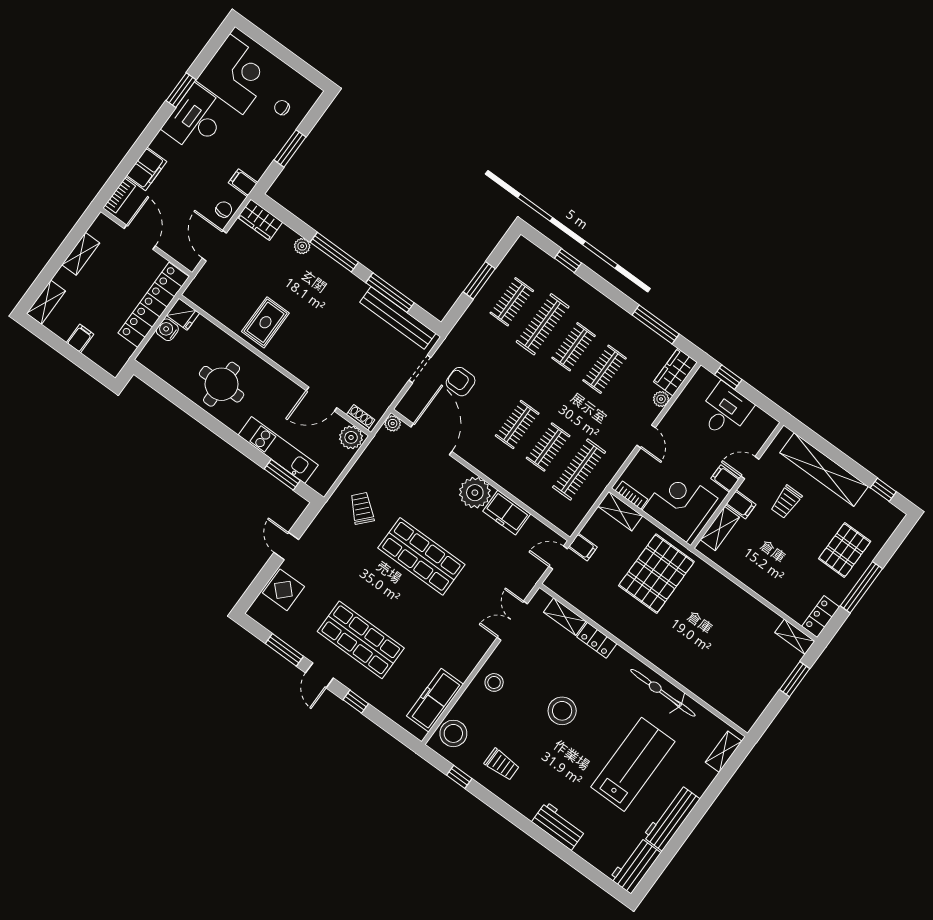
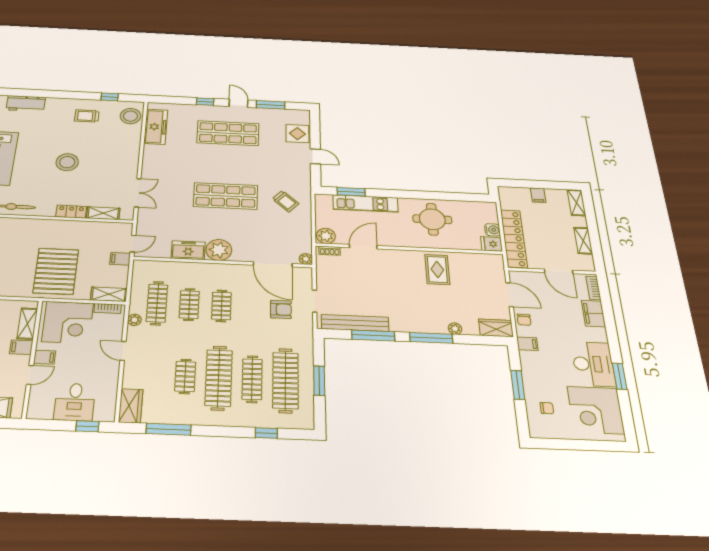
clothes rail: (512, 302) -> (285, 380), width x1.86, depth x1.31
clothes rail: (574, 347) -> (219, 378), width x1.86, depth x1.31
plant: (661, 399) -> (134, 320), moved
stool: (494, 682) -> (124, 154), removed

